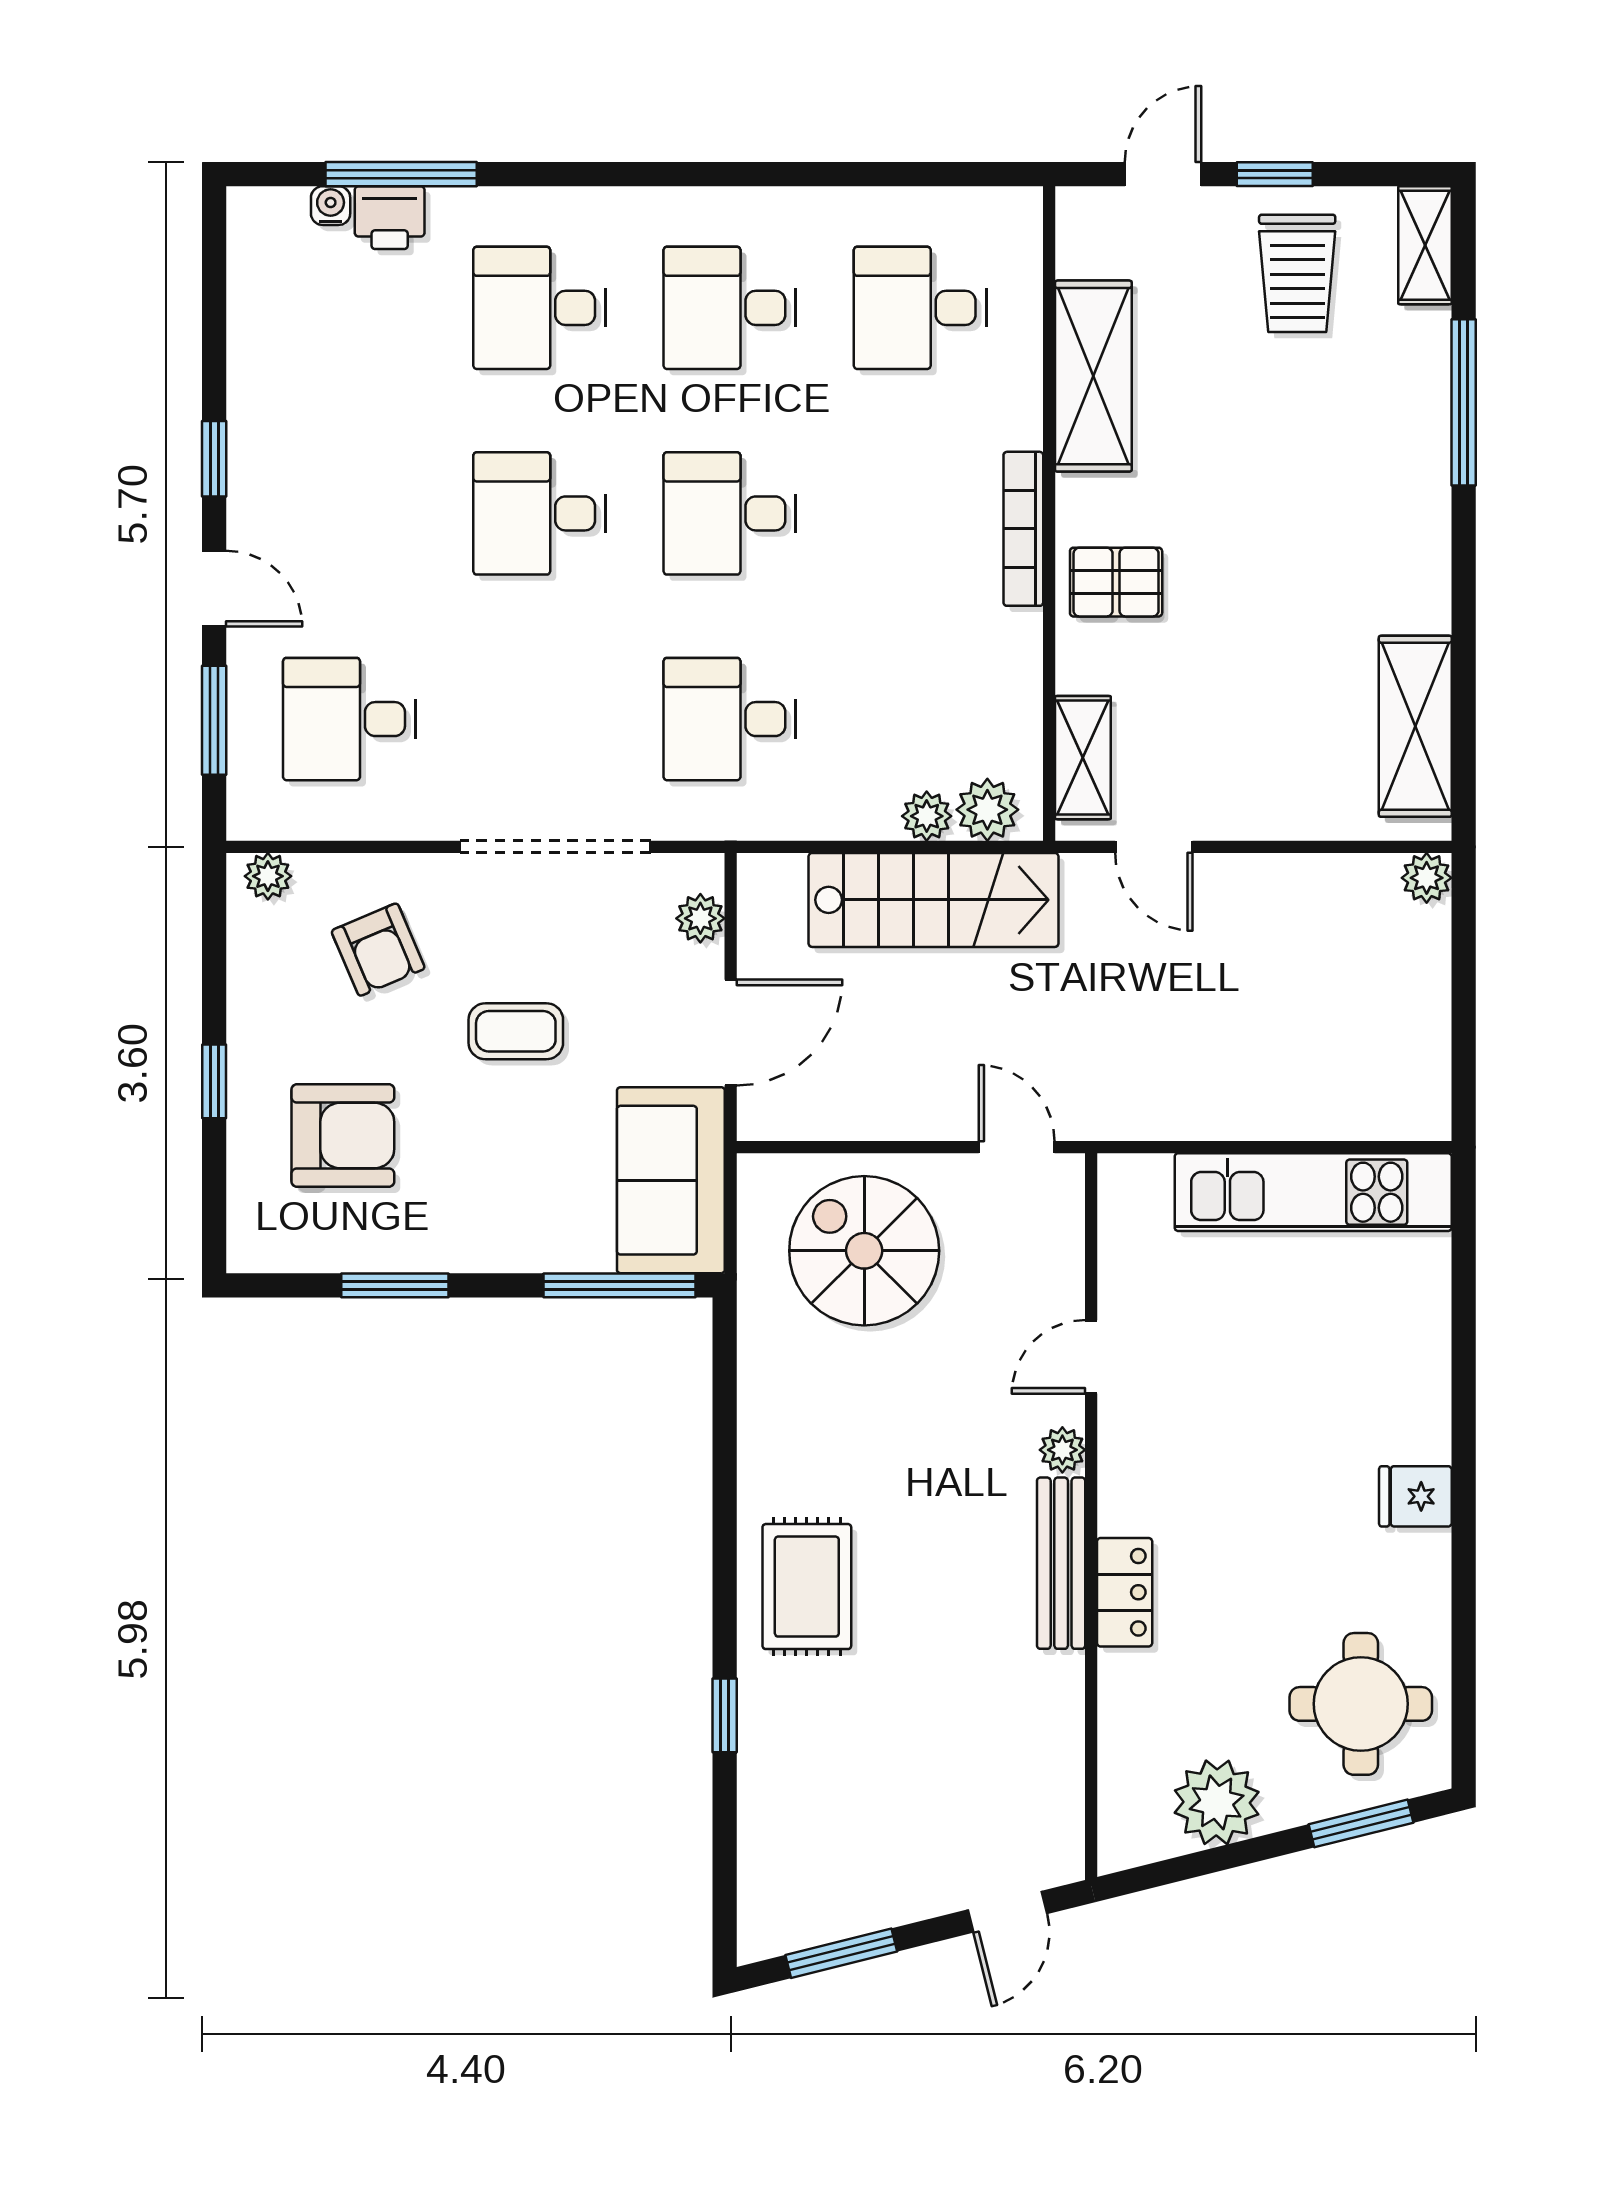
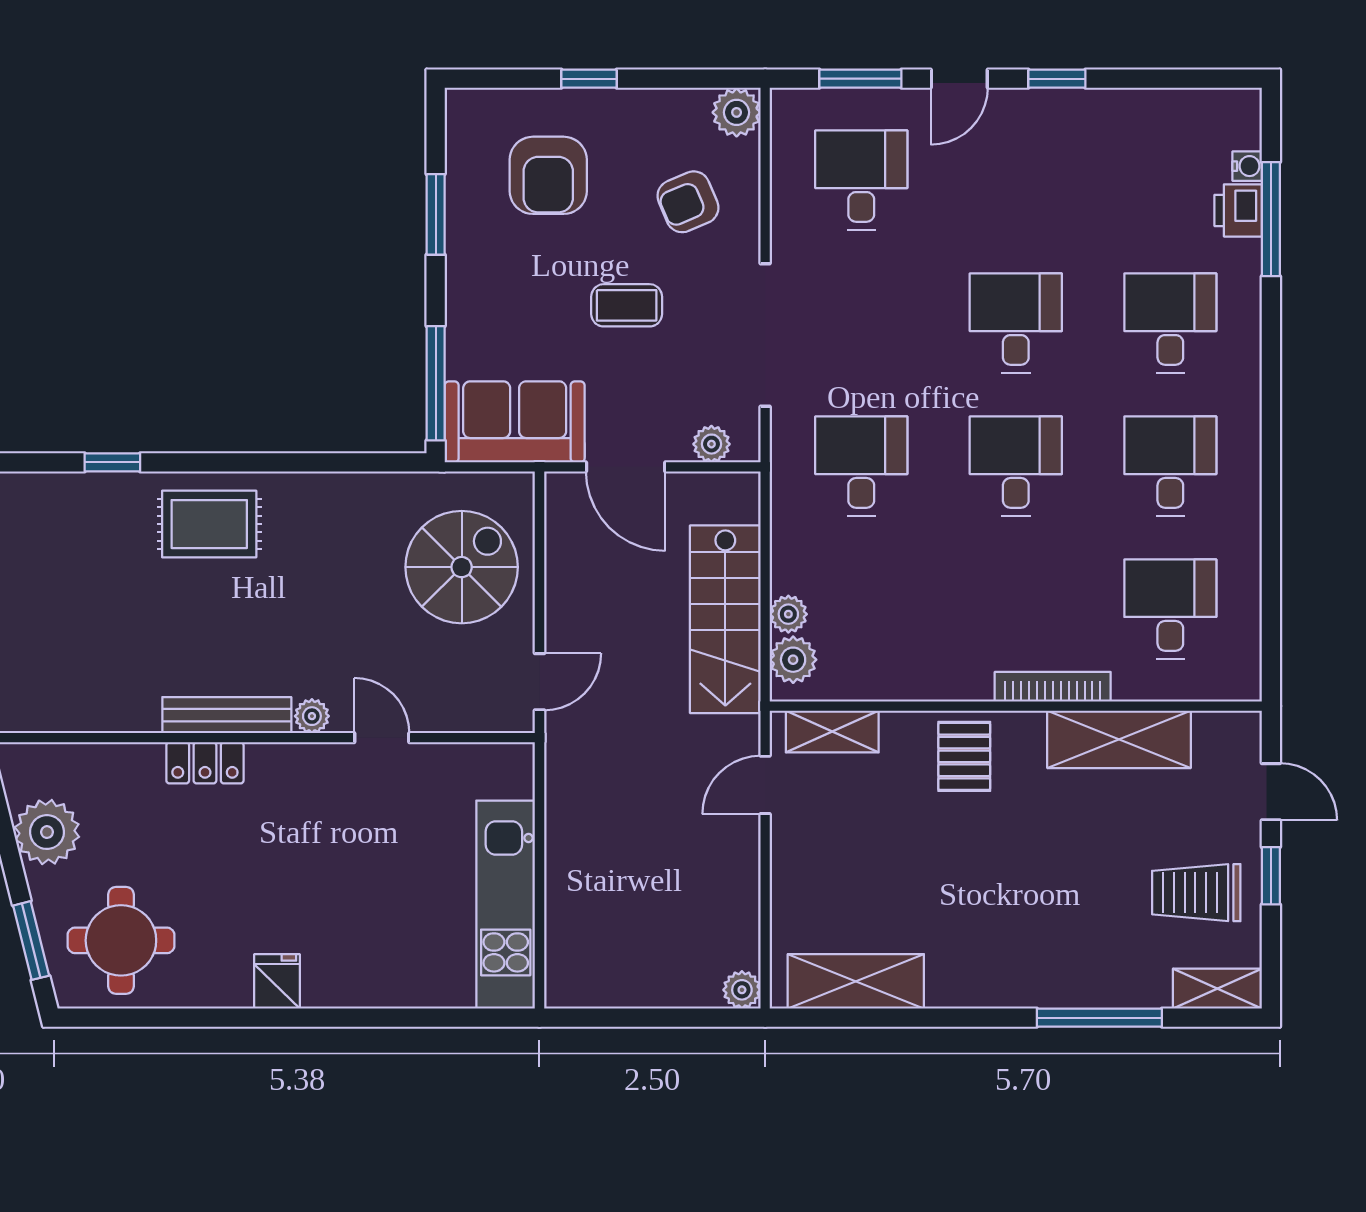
bookcase: (1023, 529) -> (1053, 687), moved
plant: (268, 876) -> (737, 112), width x1.38, depth x1.38
coffee table: (516, 1031) -> (627, 305), turned 90

